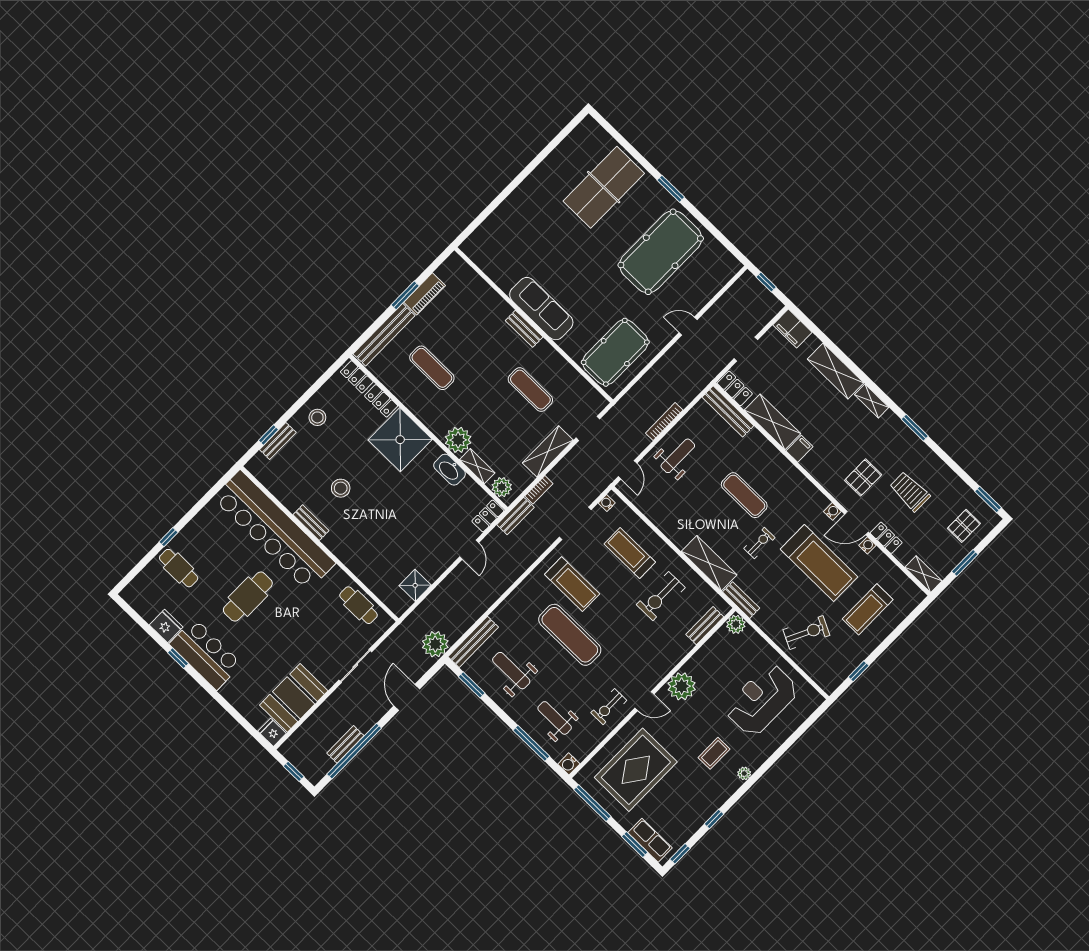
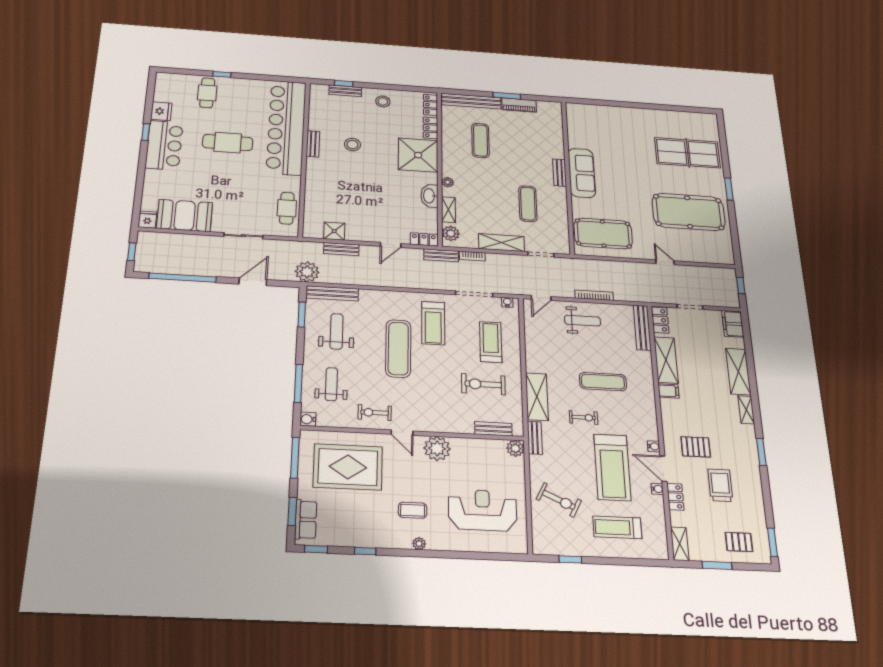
plant: (458, 440) -> (448, 182), width x0.53, depth x0.53
exercise mat: (744, 495) -> (603, 382), turned 90
bench: (345, 744) -> (341, 249), moved

